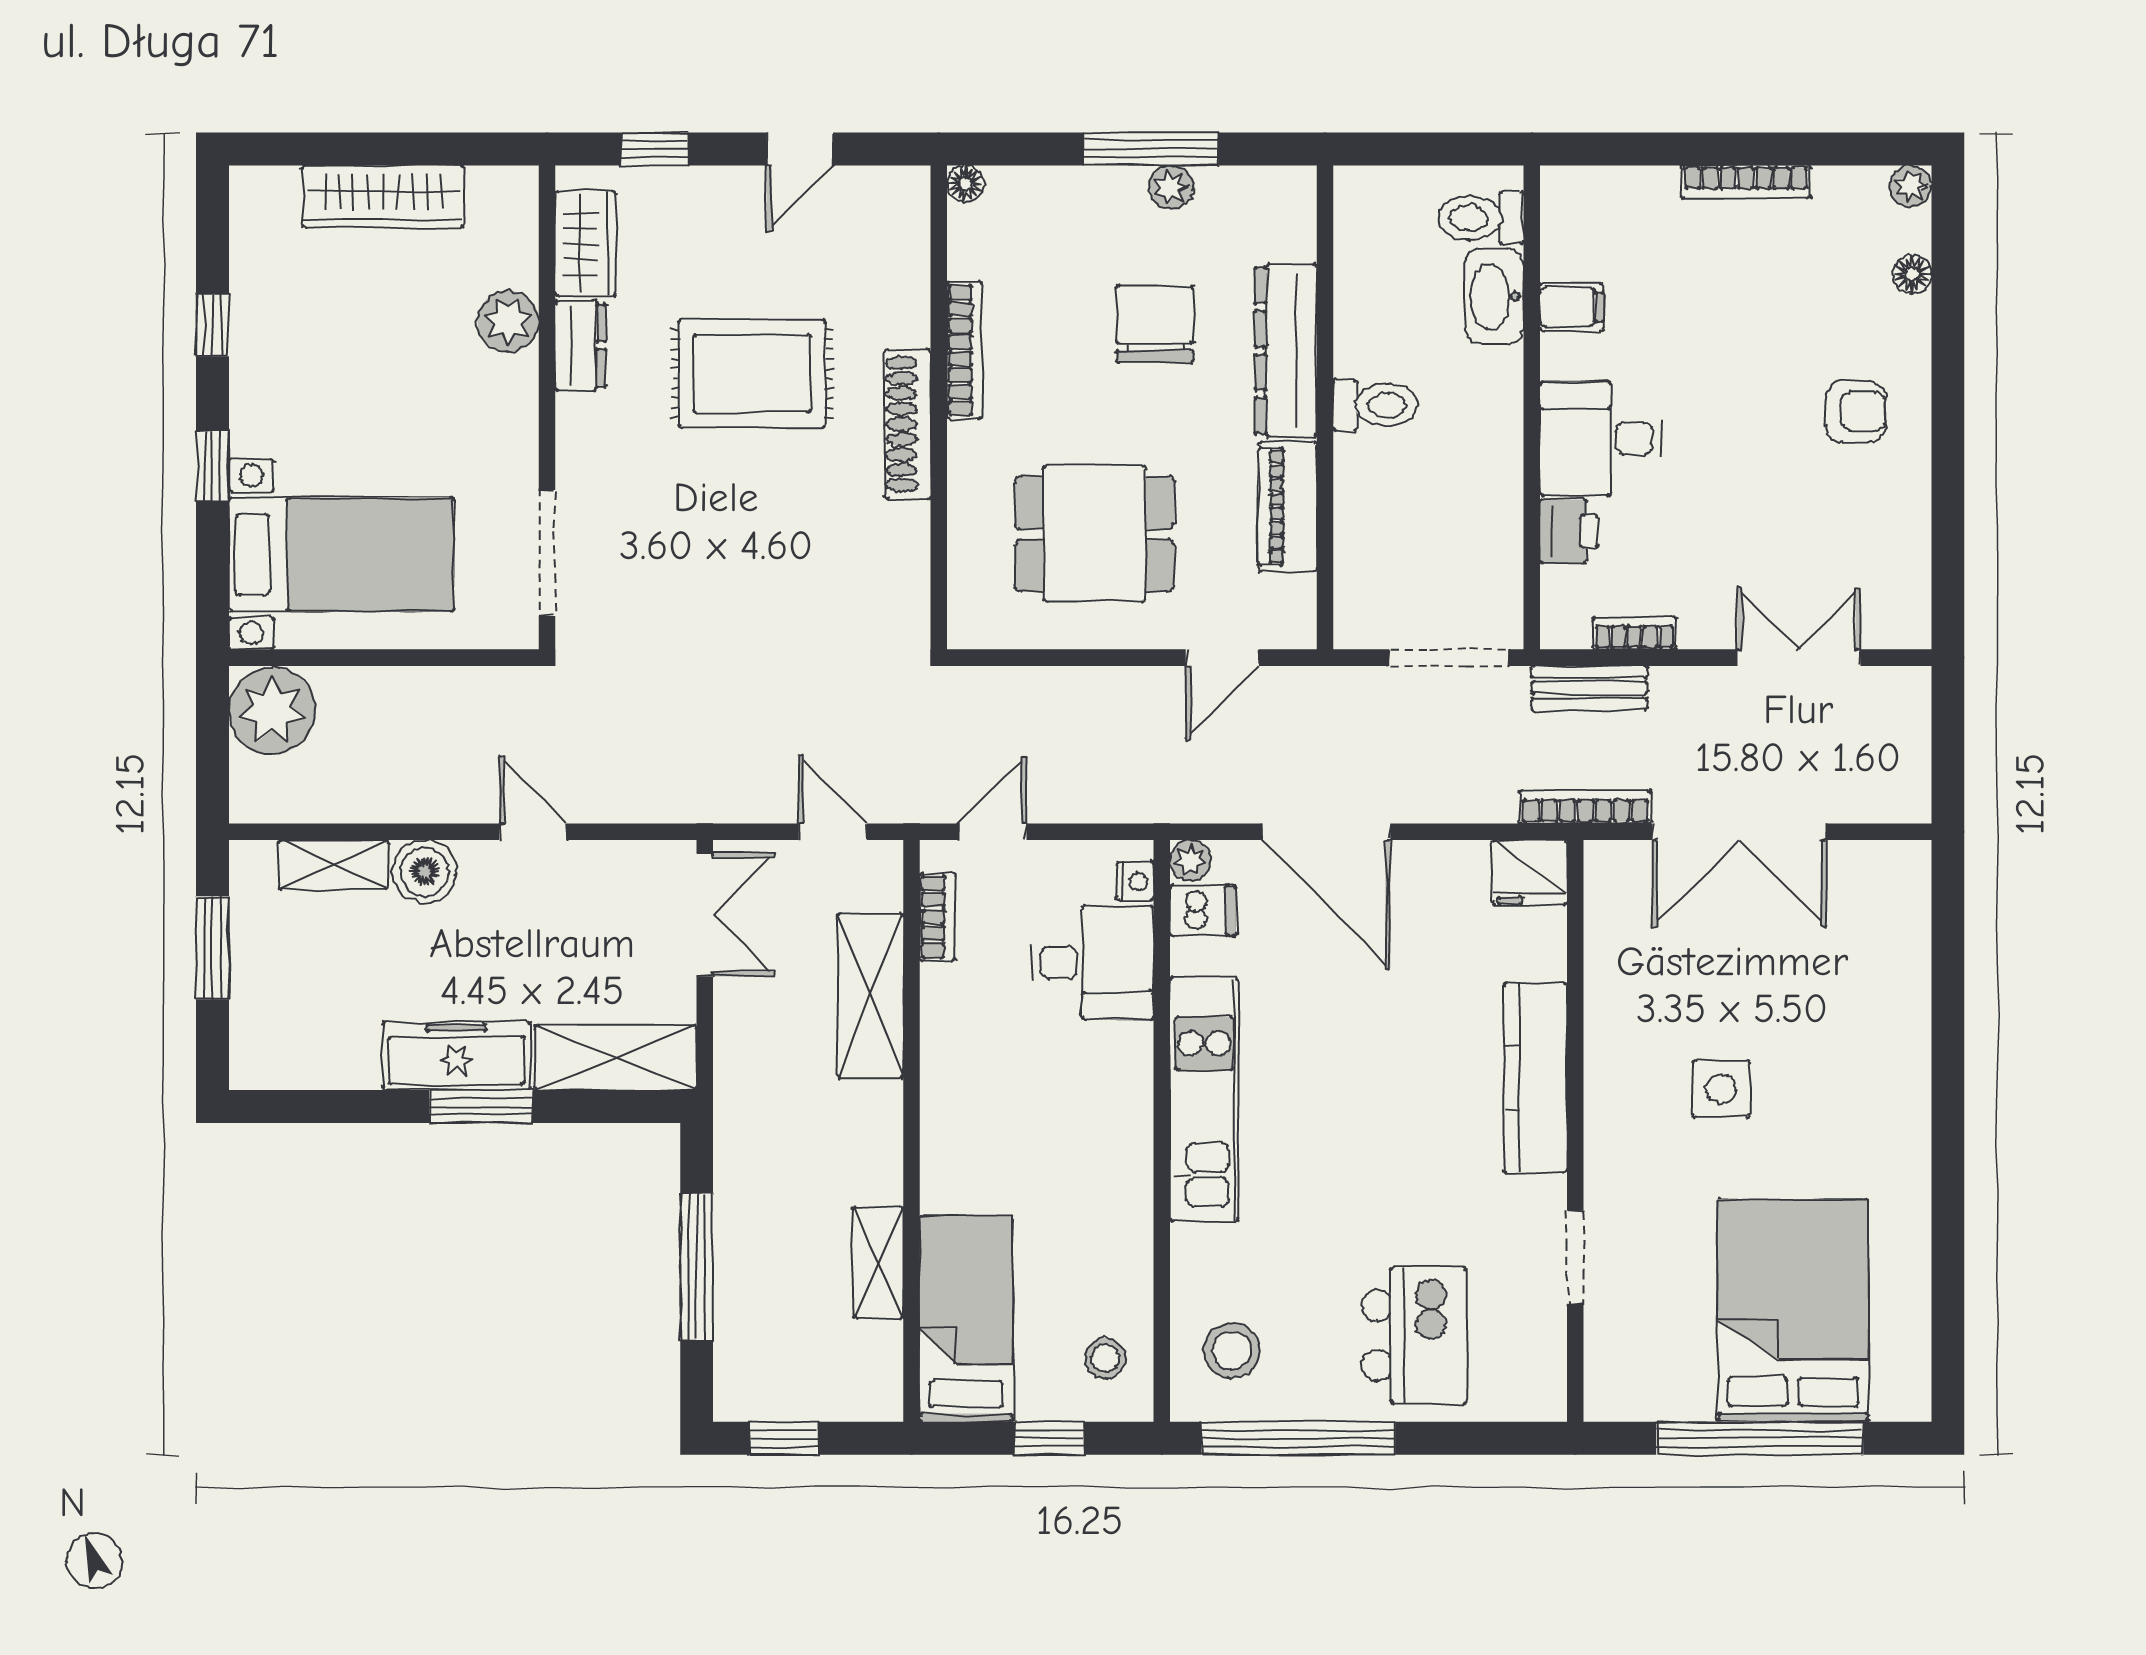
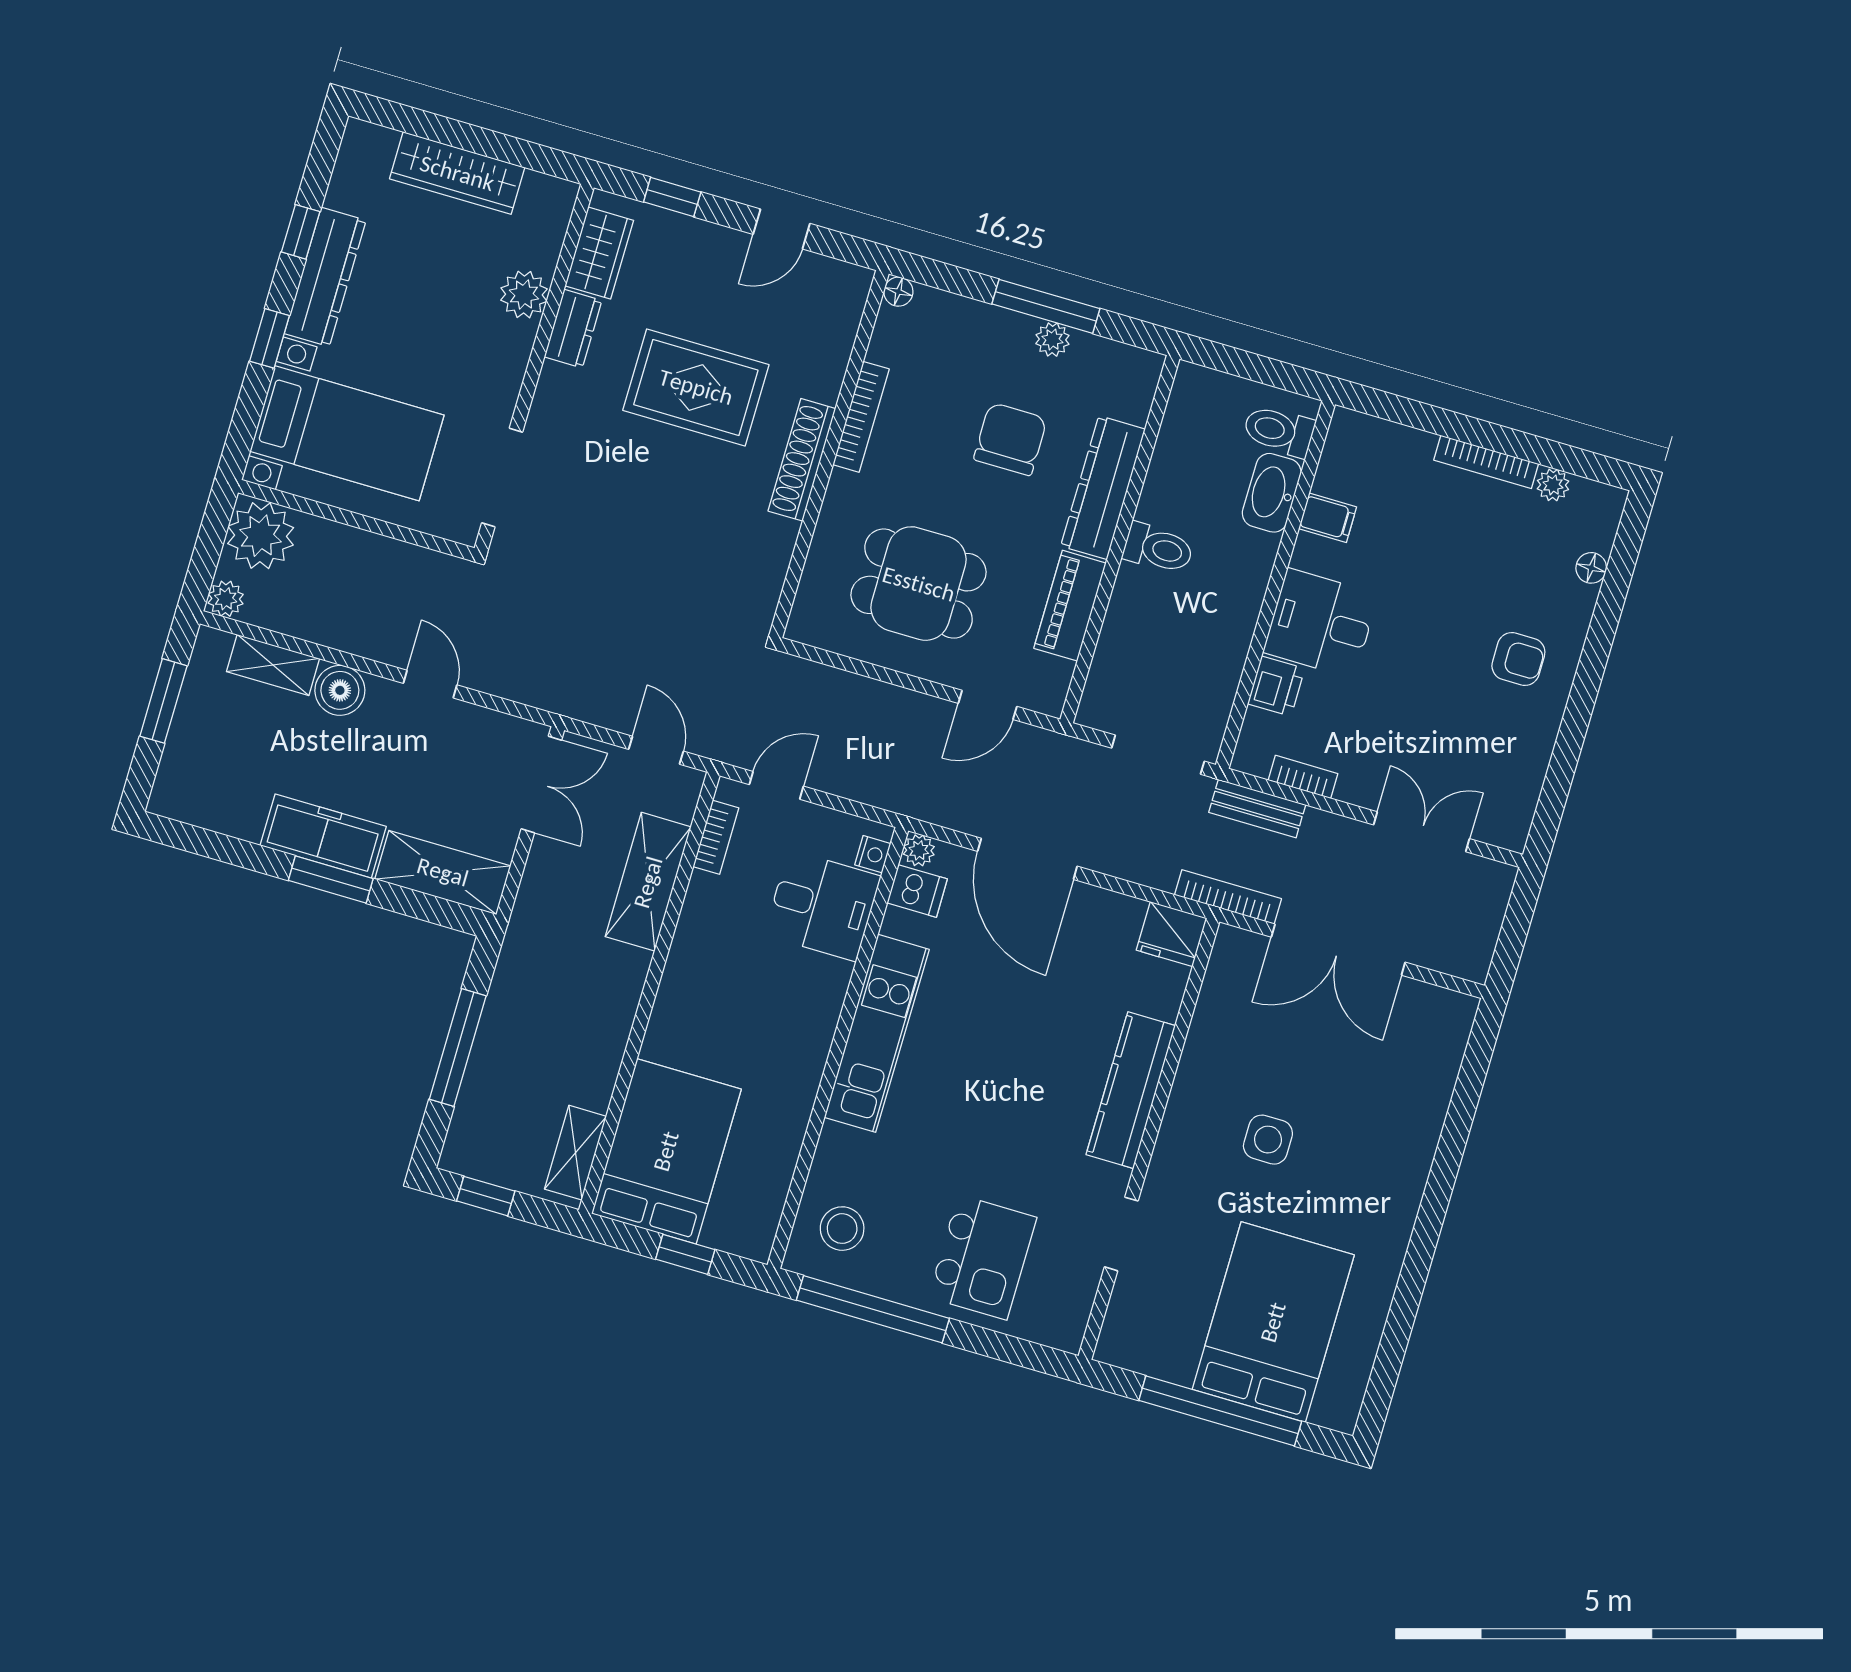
plant: (1911, 186) -> (1553, 485), moved
dresser: (259, 371) -> (325, 277), added
plant: (252, 800) -> (226, 599), added
shelving: (878, 1262) -> (575, 1153), moved
bed: (966, 1319) -> (666, 1151), width x1.50
stool: (1105, 1358) -> (745, 1206), removed

